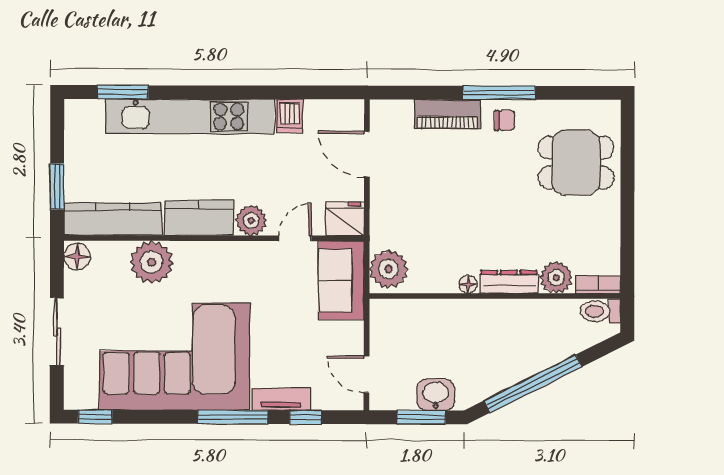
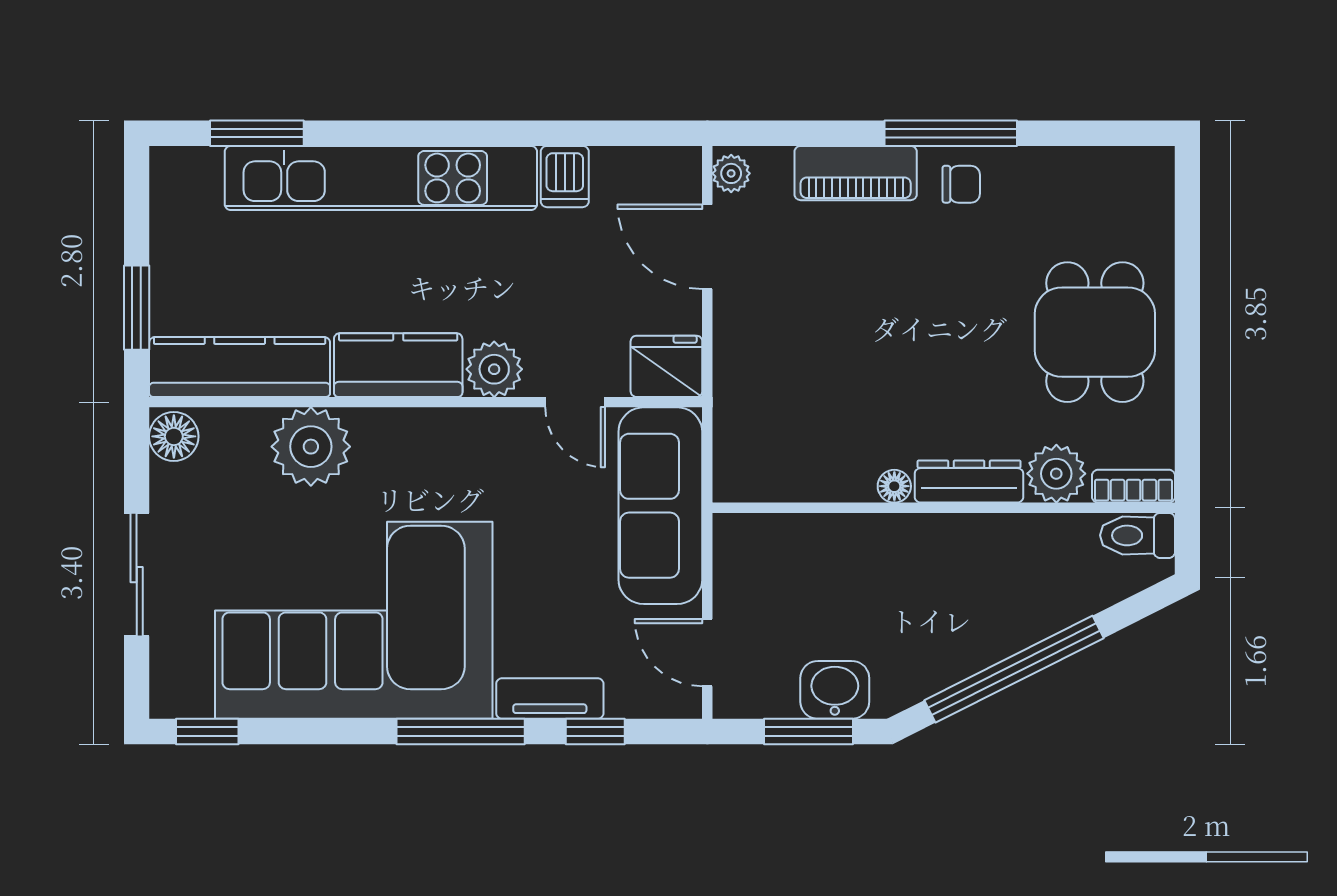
dining table: (576, 163) -> (1095, 332), moved, turned 90
door: (295, 238) -> (575, 402), swing flipped
plant: (389, 269) -> (731, 173), moved, width x0.53, depth x0.53
sofa: (341, 280) -> (660, 506), width x1.36

